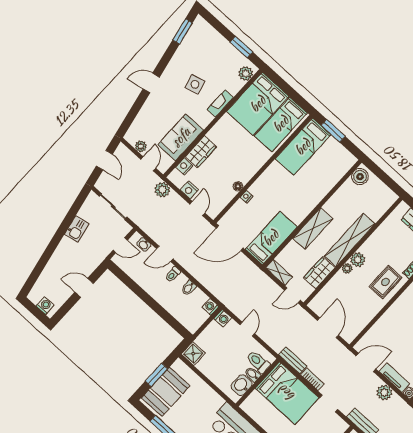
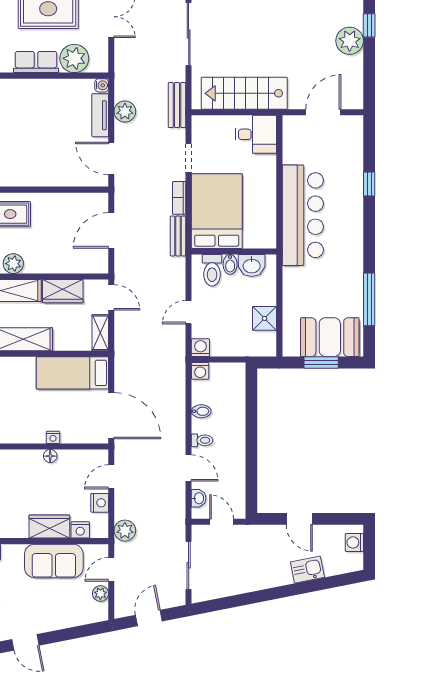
kitchen sink: (77, 229) -> (307, 570), moved
plant: (347, 268) -> (32, 266), removed
shower: (193, 354) -> (265, 318), moved

